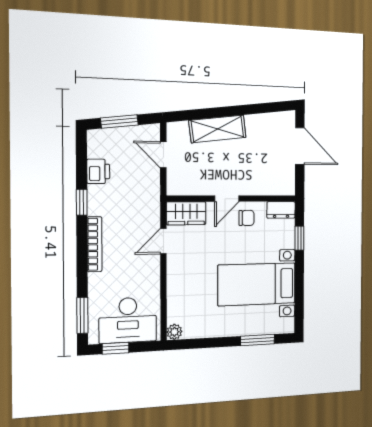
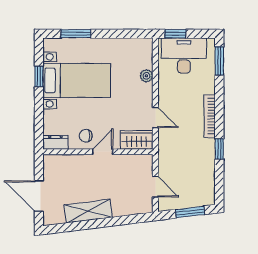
shelving: (218, 129) -> (88, 211), moved
printer: (98, 171) -> (207, 173), removed
window: (299, 238) -> (39, 76), moved
door: (163, 241) -> (155, 118), hinge flipped
plant: (174, 332) -> (146, 76), moved
window: (116, 348) -> (175, 34), moved

